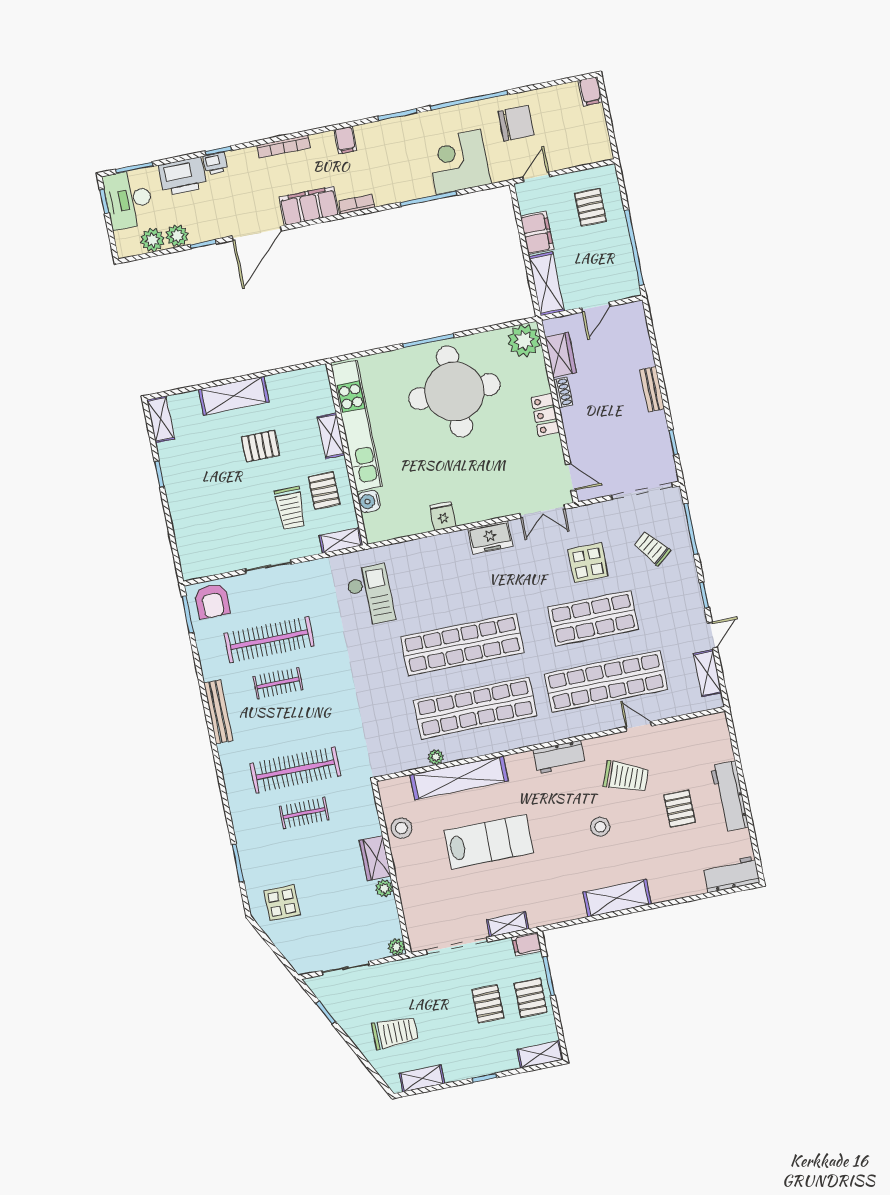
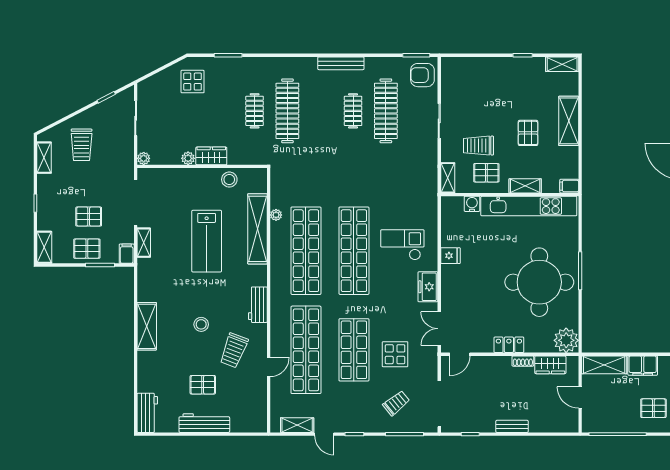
filing cabinet: (320, 378) -> (569, 186), added
checkout: (370, 595) -> (402, 245), moved, turned 180

